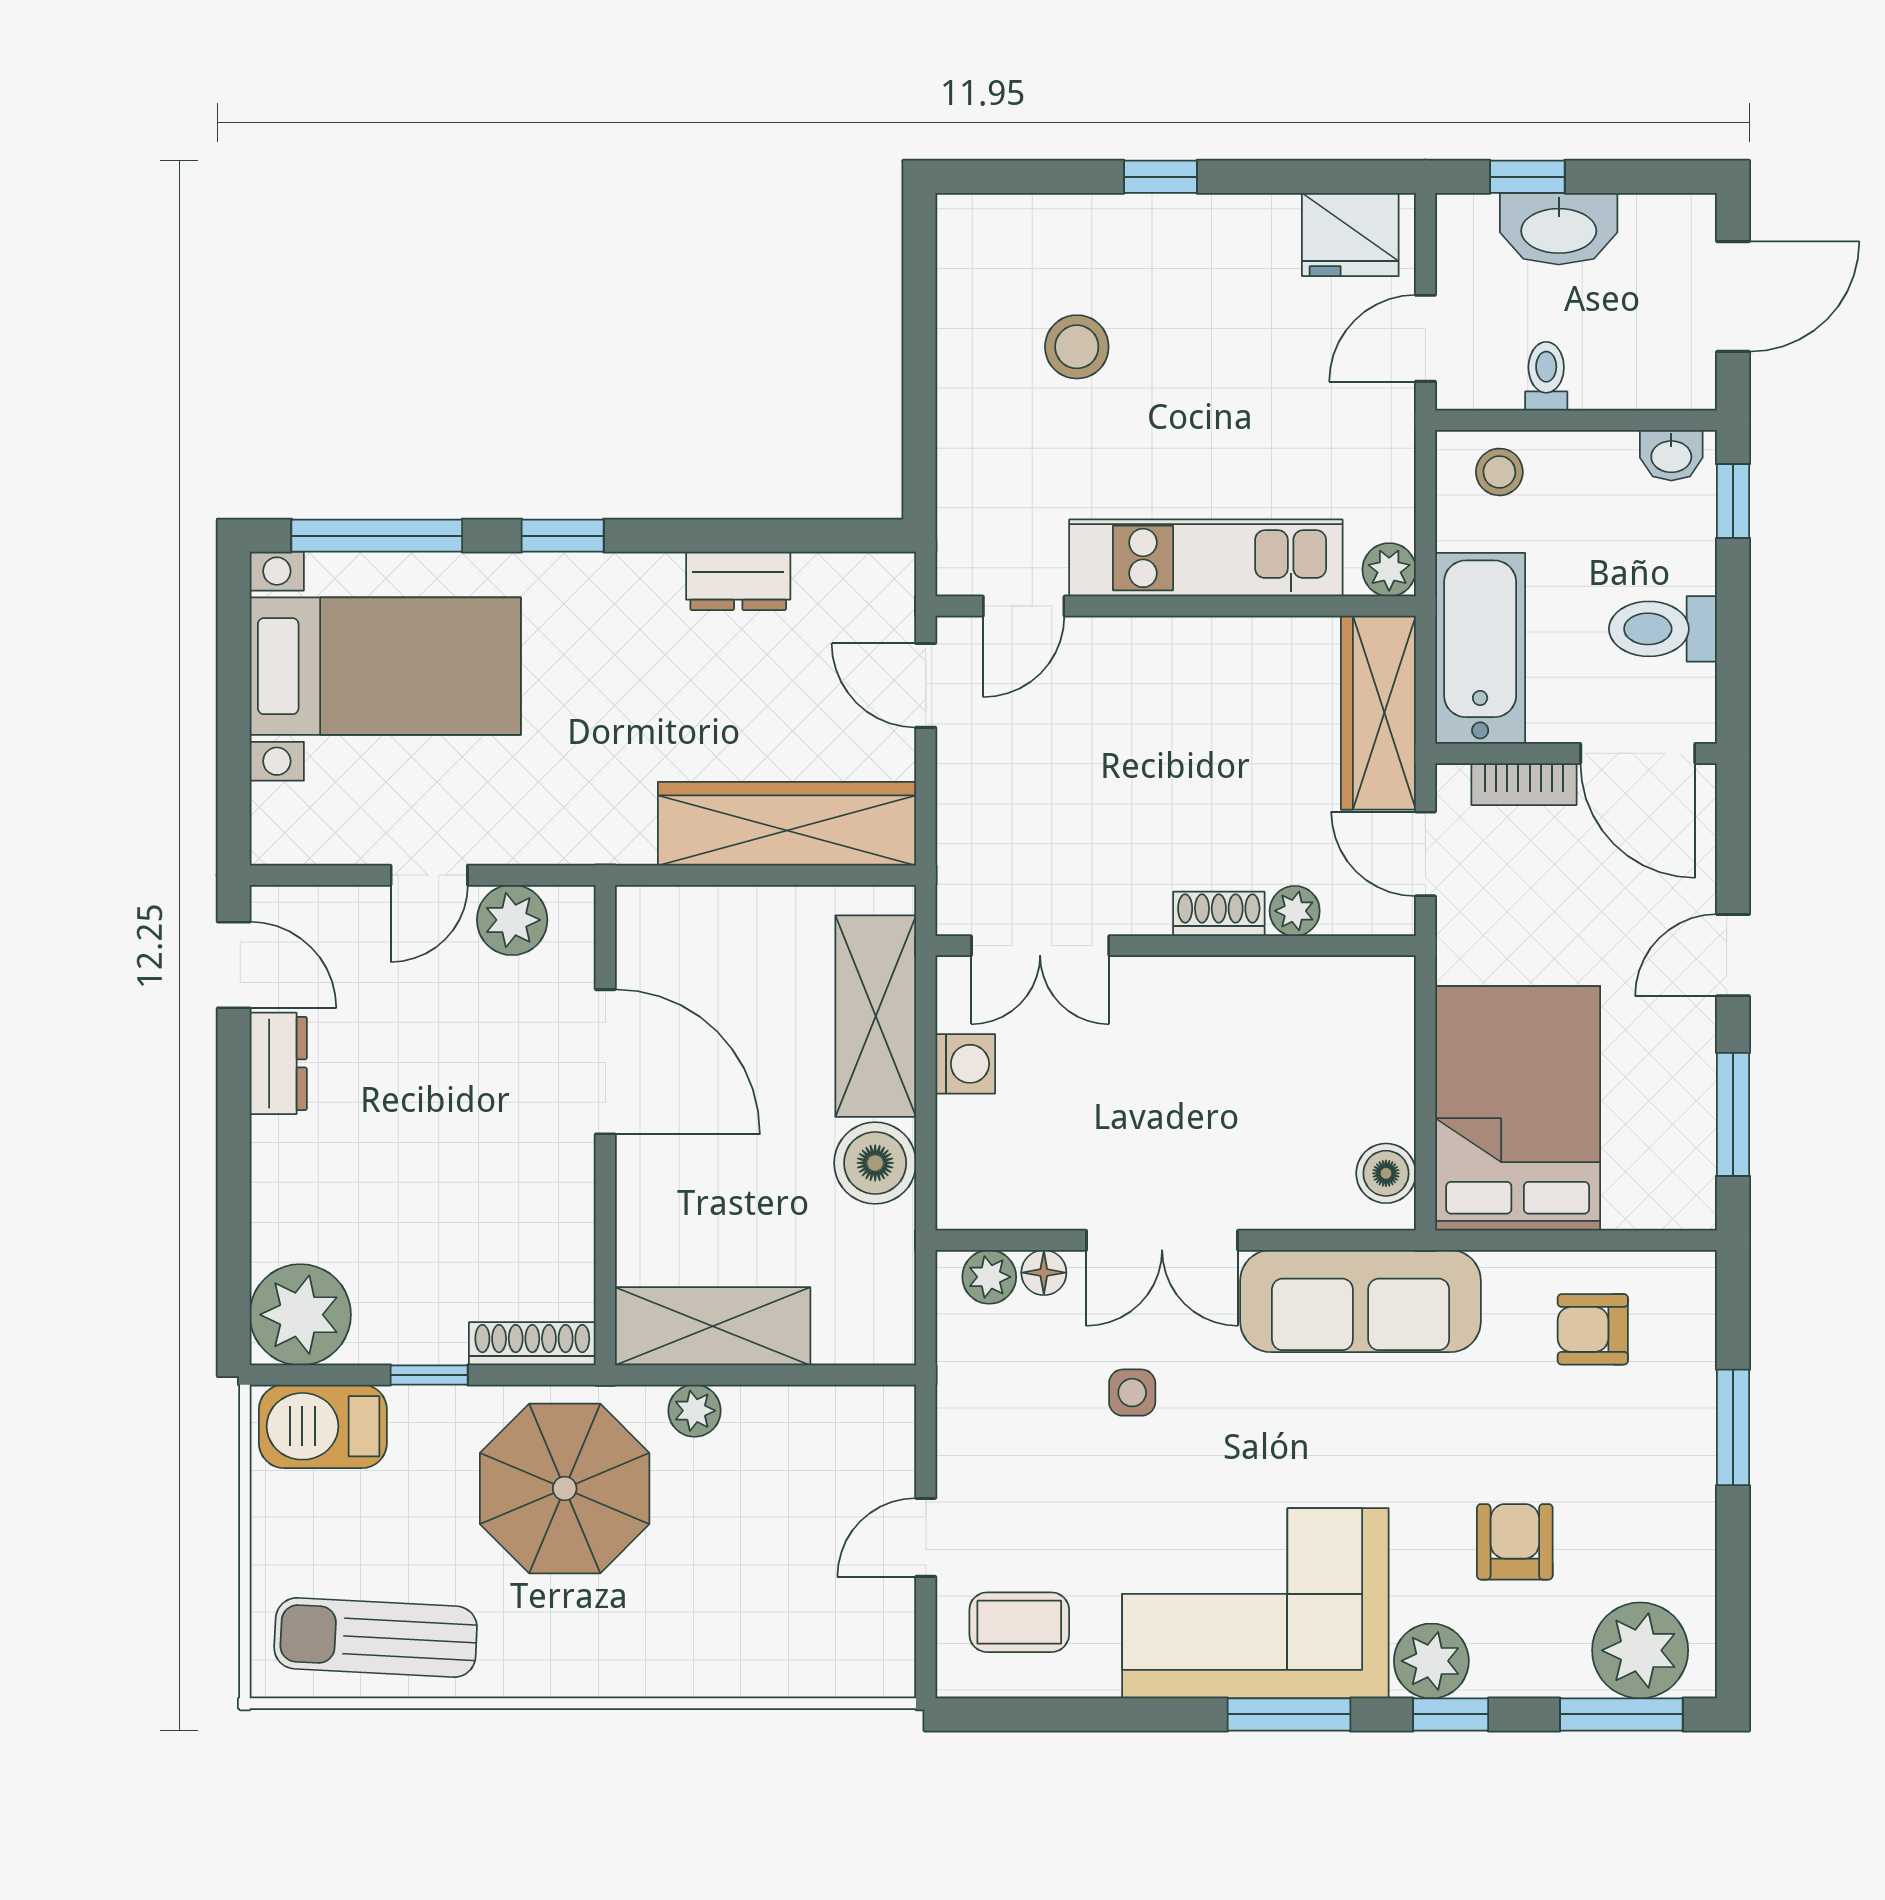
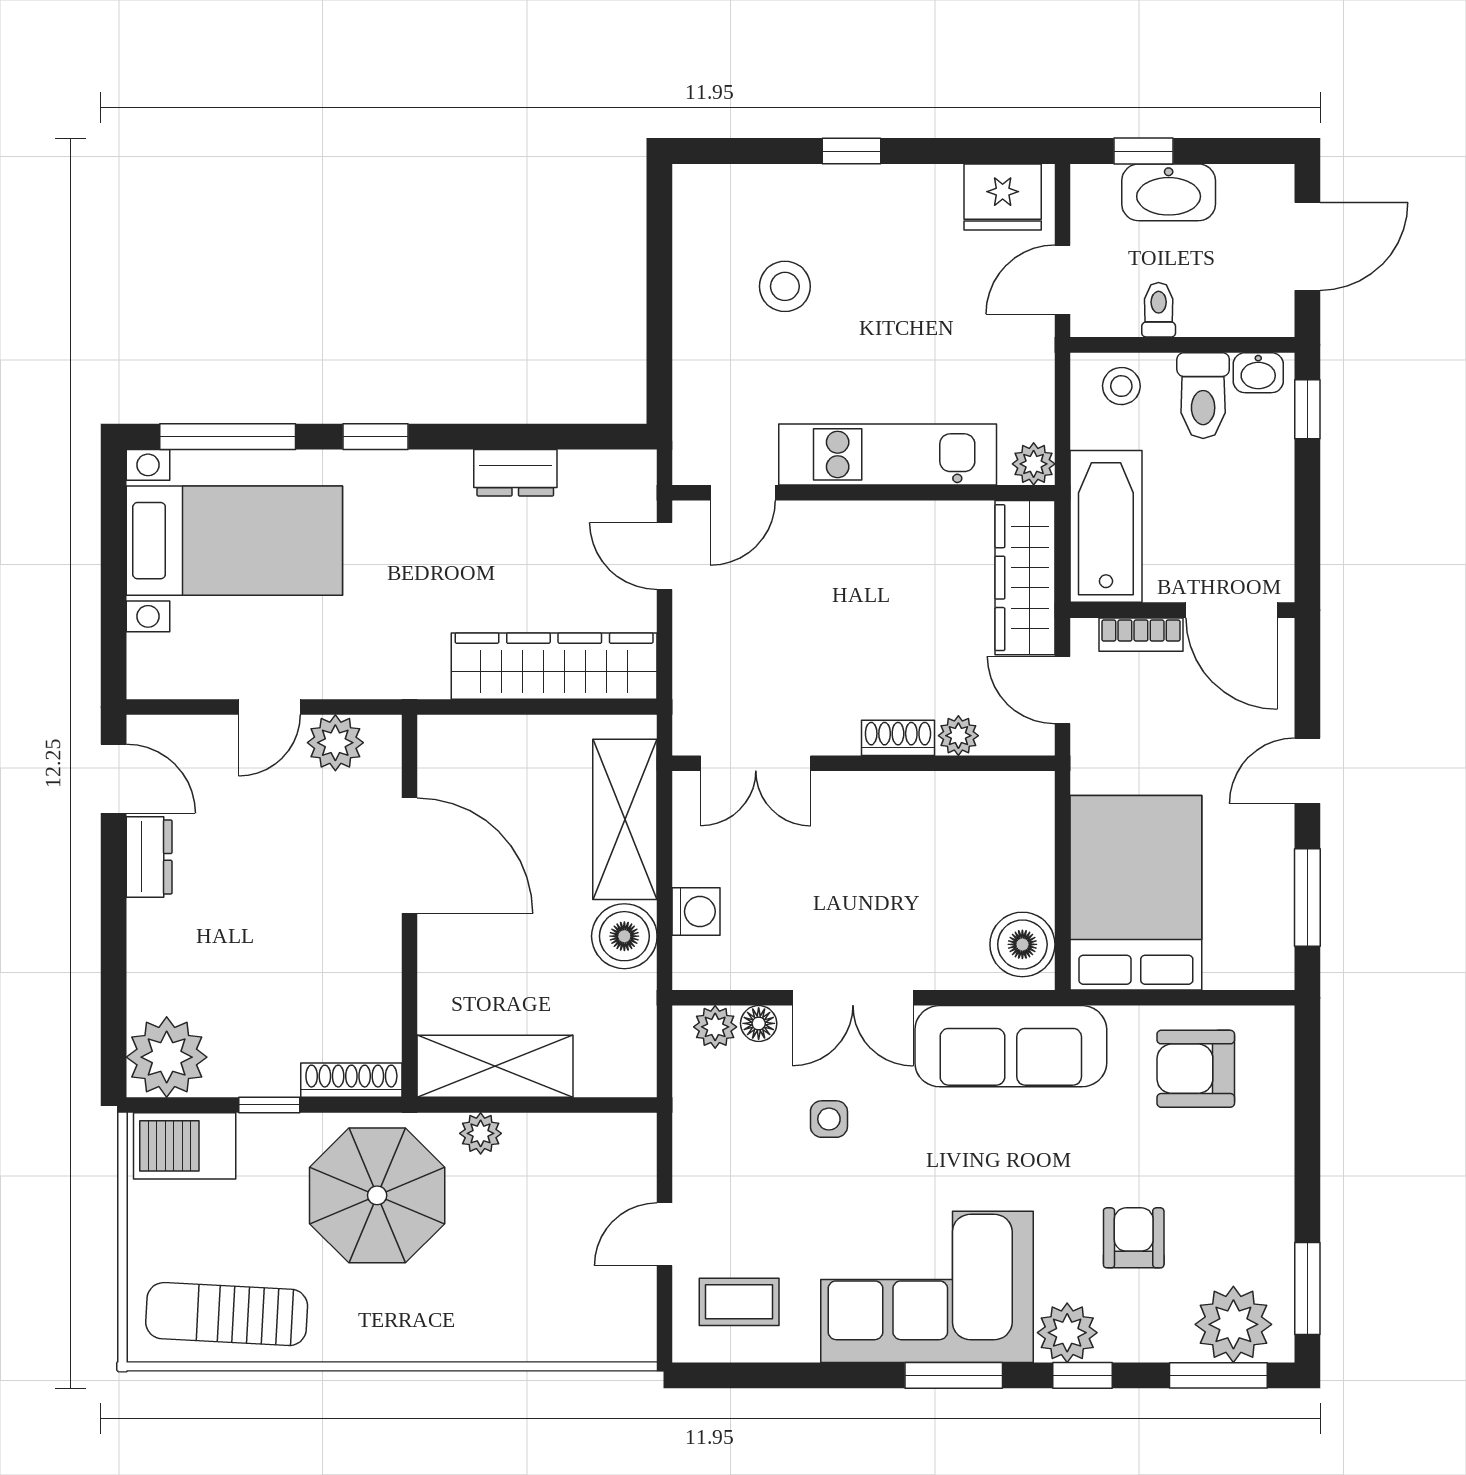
toilet: (1663, 629) -> (1203, 396), moved, turned -90
washing machine: (965, 1064) -> (696, 912), moved
boiler: (1386, 1173) -> (1022, 944), width x1.36, depth x1.36
armchair: (1593, 1329) -> (1196, 1069), width x1.38, depth x1.38
window: (1733, 1427) -> (1307, 1289), moved

